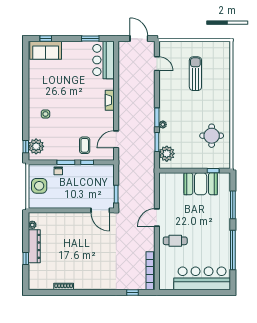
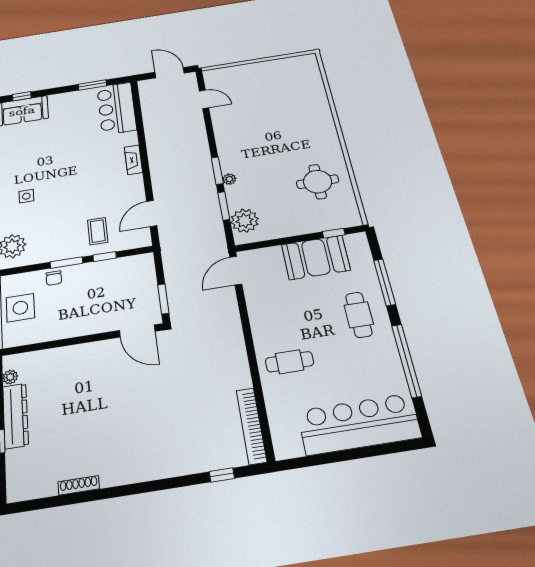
sun lounger: (195, 74) -> (270, 102), removed
door: (157, 217) -> (236, 271), moved
cafe table: (215, 221) -> (359, 315), added

